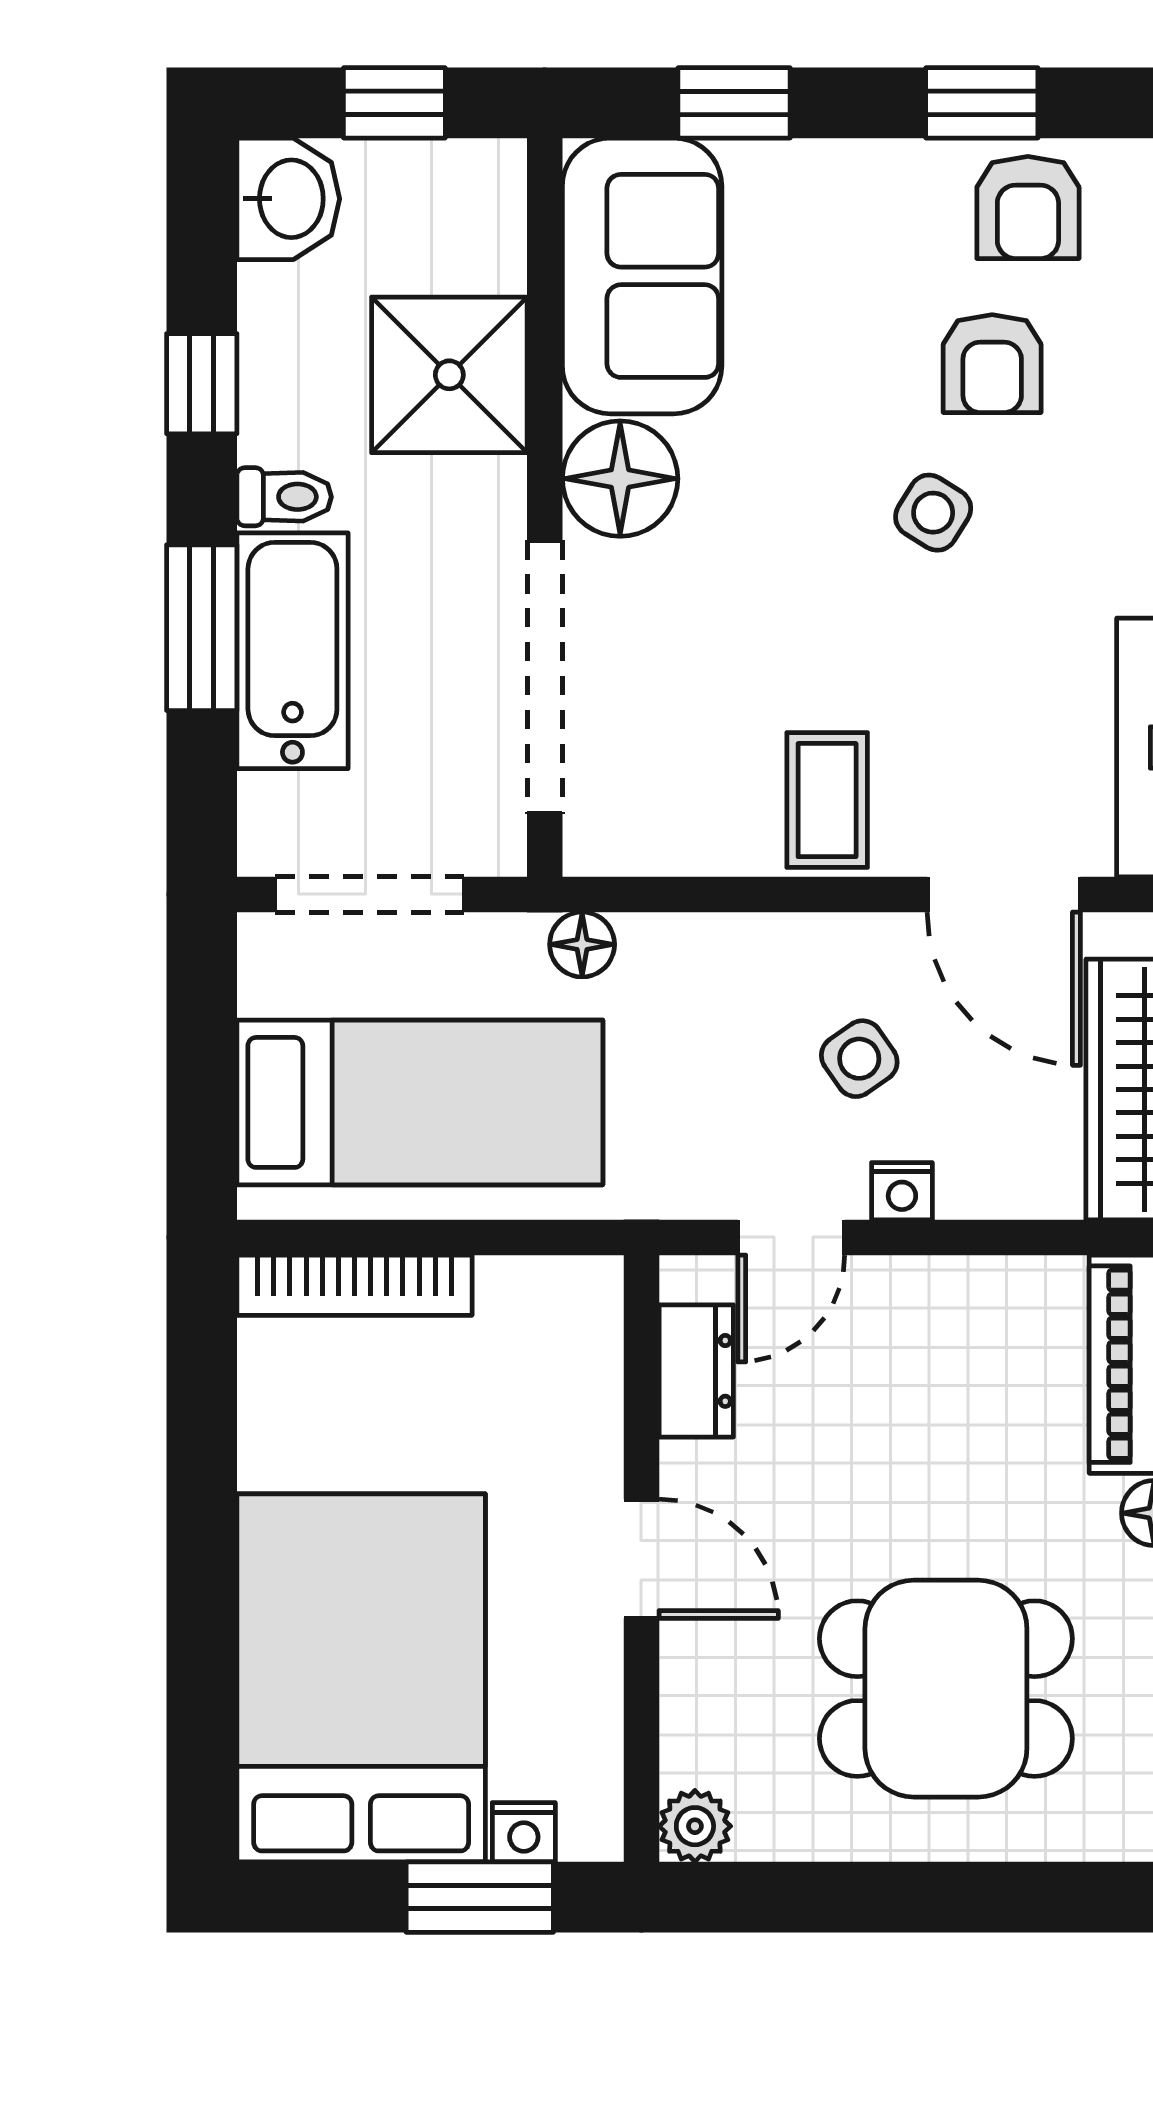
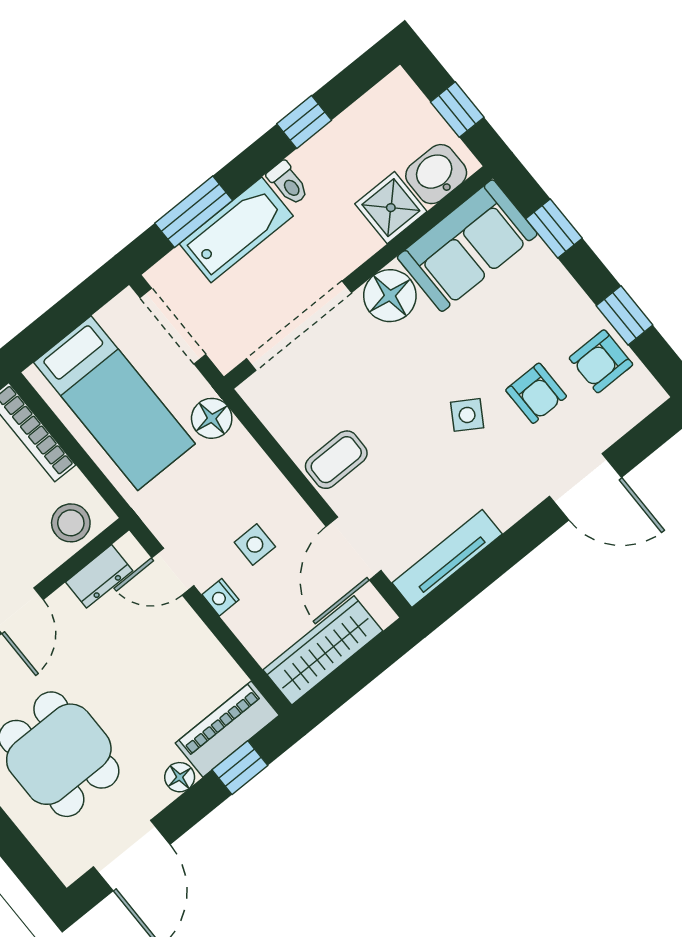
washbasin: (288, 199) -> (436, 174), moved, turned 180
armchair: (992, 364) -> (536, 393), turned -90
shower: (449, 375) -> (391, 208), width x0.73, depth x0.73
window: (202, 628) -> (194, 212), moved
floor lamp: (582, 944) -> (212, 418), width x1.37, depth x1.37
side table: (859, 1059) -> (255, 545), turned 35
stool: (565, 1345) -> (71, 523), added

